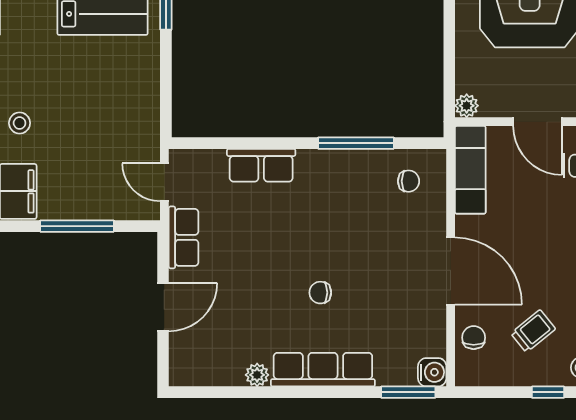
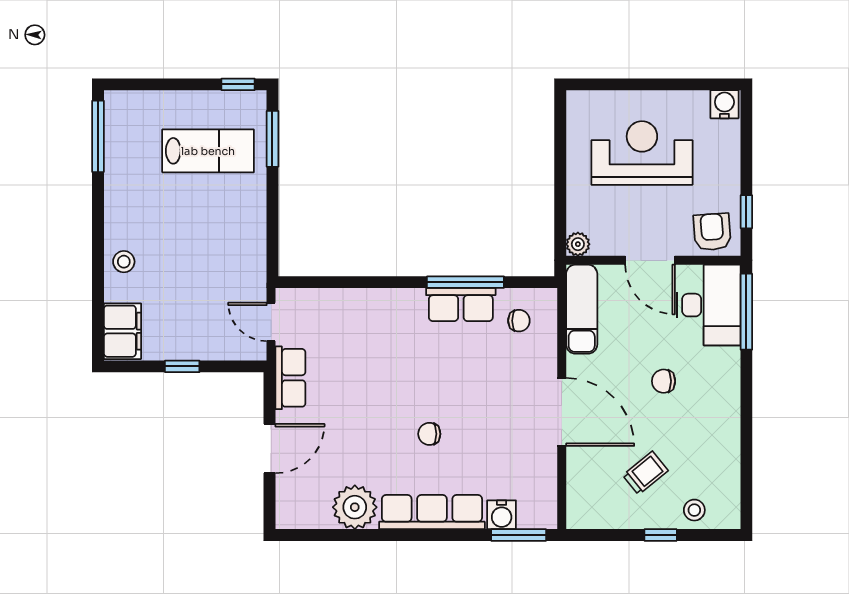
row of seats: (261, 165) -> (461, 305), moved
window: (77, 226) -> (182, 366), width x0.46
chair: (474, 338) -> (664, 381), moved, turned -90
water cooler: (432, 372) -> (502, 515), moved, turned 90
plant: (257, 375) -> (355, 507), width x1.87, depth x1.87

